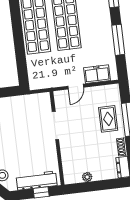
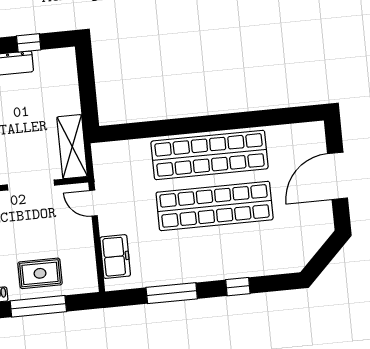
door: (76, 87) -> (93, 203), moved
shelving: (32, 101) -> (72, 147), added

